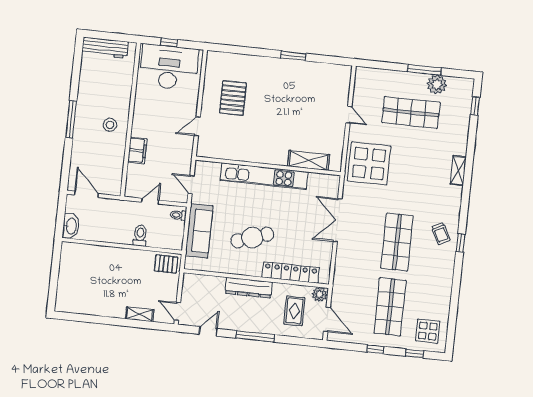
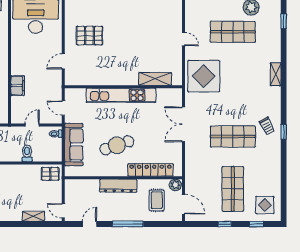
pallet: (233, 98) -> (90, 36), turned 90
shop shelf: (397, 242) -> (233, 137), turned 90

